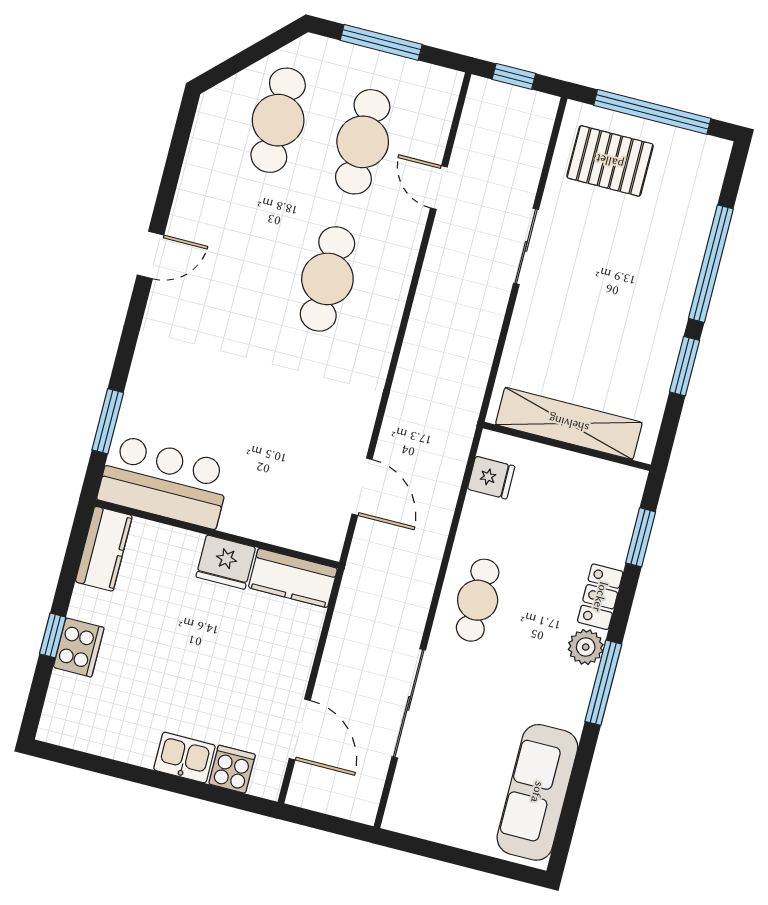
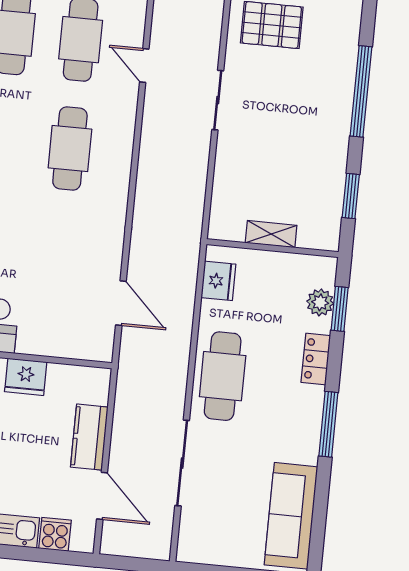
window: (685, 366) -> (351, 196), moved
shelving: (569, 423) -> (271, 234), width x0.45, depth x0.75
fridge: (491, 478) -> (218, 281), width x1.38
kitchen counter: (293, 578) -> (89, 437), moved, turned 90
cafe table: (478, 600) -> (223, 376), width x1.37, depth x1.35
plant: (586, 647) -> (320, 302), moved

